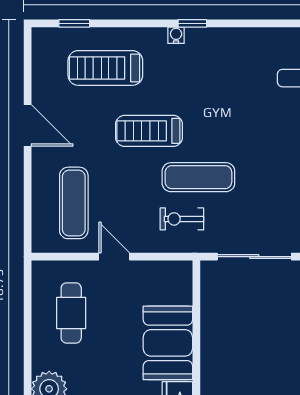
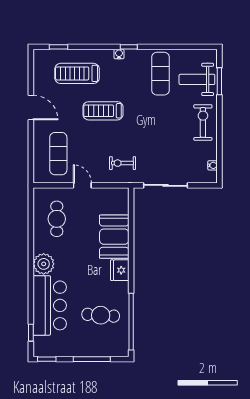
exercise mat: (198, 177) -> (161, 74), moved, turned 90

